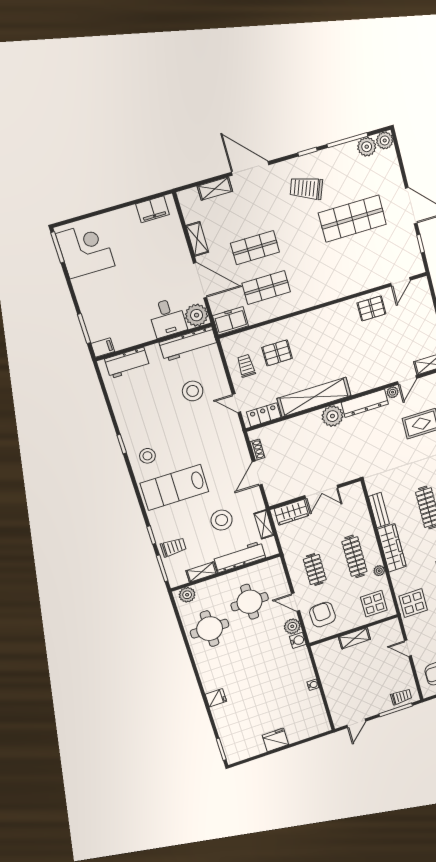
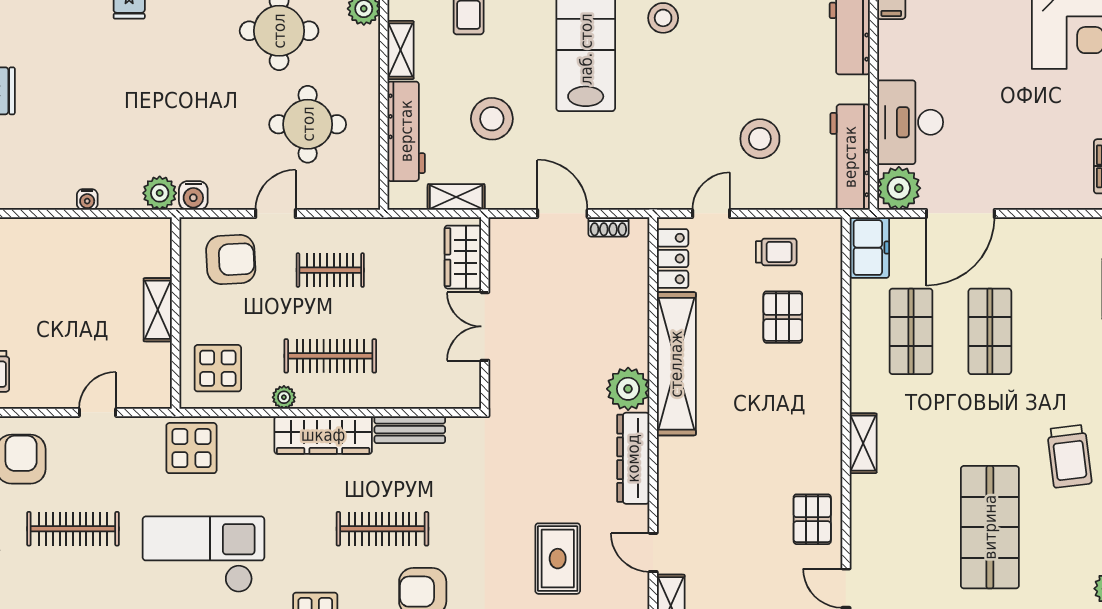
trolley: (306, 188) -> (1069, 456), turned 152
shelving: (197, 239) -> (863, 443), moved, turned 90
desk: (167, 318) -> (910, 122), width x1.37
plant: (393, 392) -> (638, 518), removed
plant: (292, 626) -> (160, 193), moved

